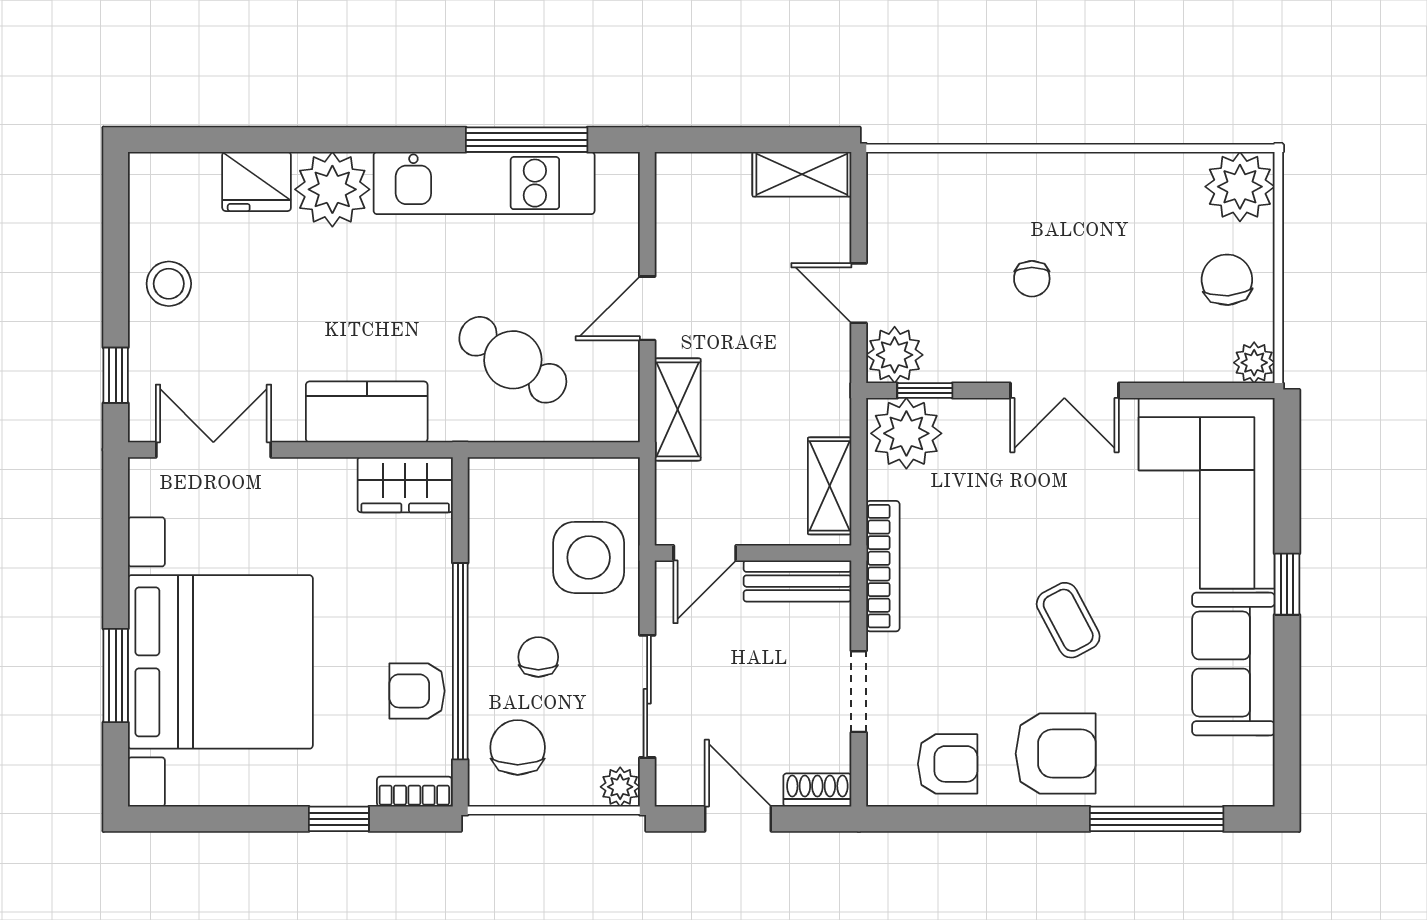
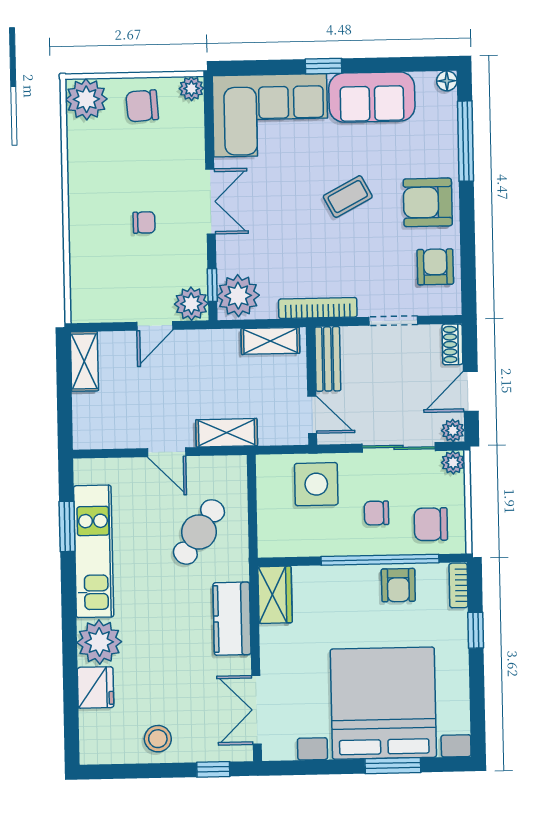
window: (527, 140) -> (67, 526), width x0.69
armchair: (1056, 754) -> (428, 202), turned -90
plant: (674, 788) -> (453, 430), added
floor lamp: (1258, 790) -> (447, 81), added

